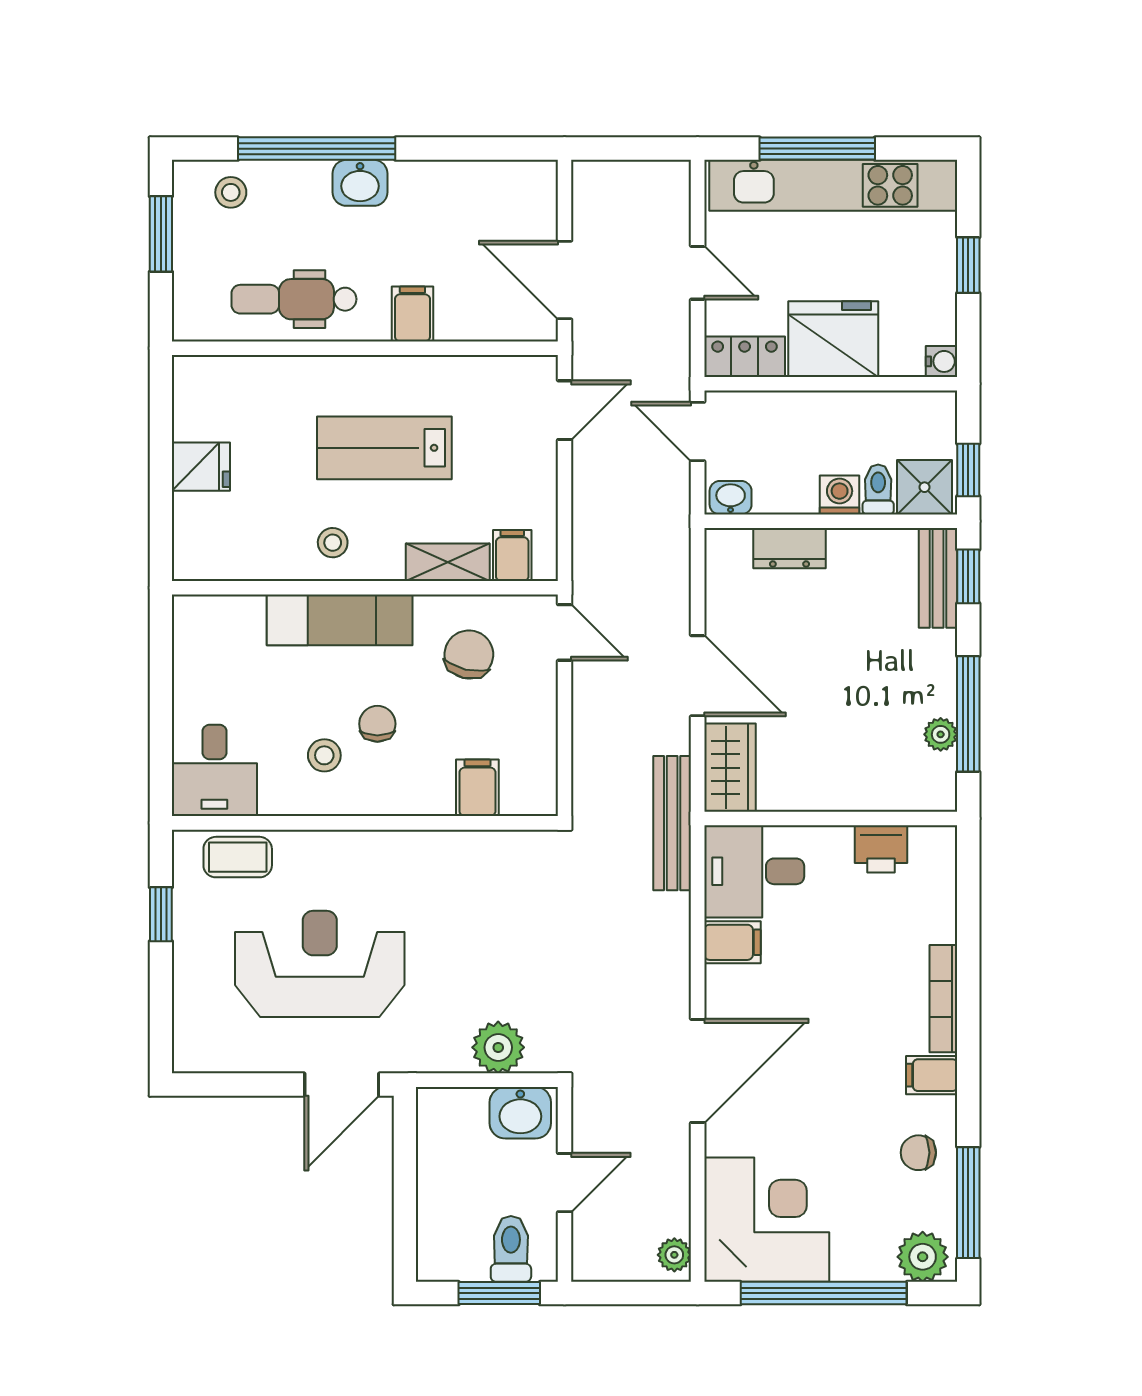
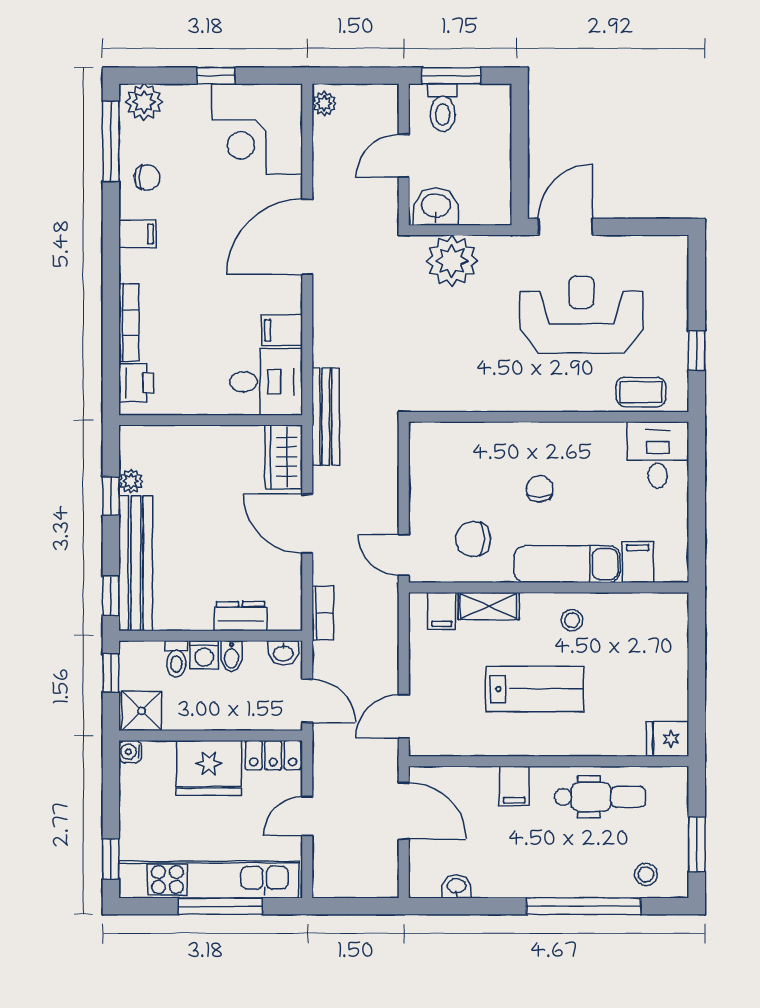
washbasin: (360, 183) -> (456, 887), moved, width x0.72, depth x0.69
window: (968, 265) -> (111, 859), moved
door: (698, 273) -> (307, 816), hinge flipped
fridge: (201, 467) -> (668, 739), moved
shower: (925, 487) -> (142, 711), moved
bidet: (802, 493) -> (232, 656), added
bookcase: (676, 553) -> (323, 613), added
bench: (938, 578) -> (136, 563), width x1.86, depth x1.21
chair: (469, 655) -> (473, 539), turned 77
window: (968, 714) -> (111, 496), width x0.46
chair: (377, 724) -> (540, 489), turned 180
stool: (324, 755) -> (578, 466), removed
filing cabinet: (477, 788) -> (638, 562), moved, turned 180
printer: (881, 849) -> (136, 383), moved, turned 90
reception desk: (320, 964) -> (581, 314), turned 180
bookcase: (943, 999) -> (129, 323), moved
plant: (498, 1047) -> (452, 261), width x1.36, depth x1.36
window: (824, 1293) -> (216, 76), width x0.32

